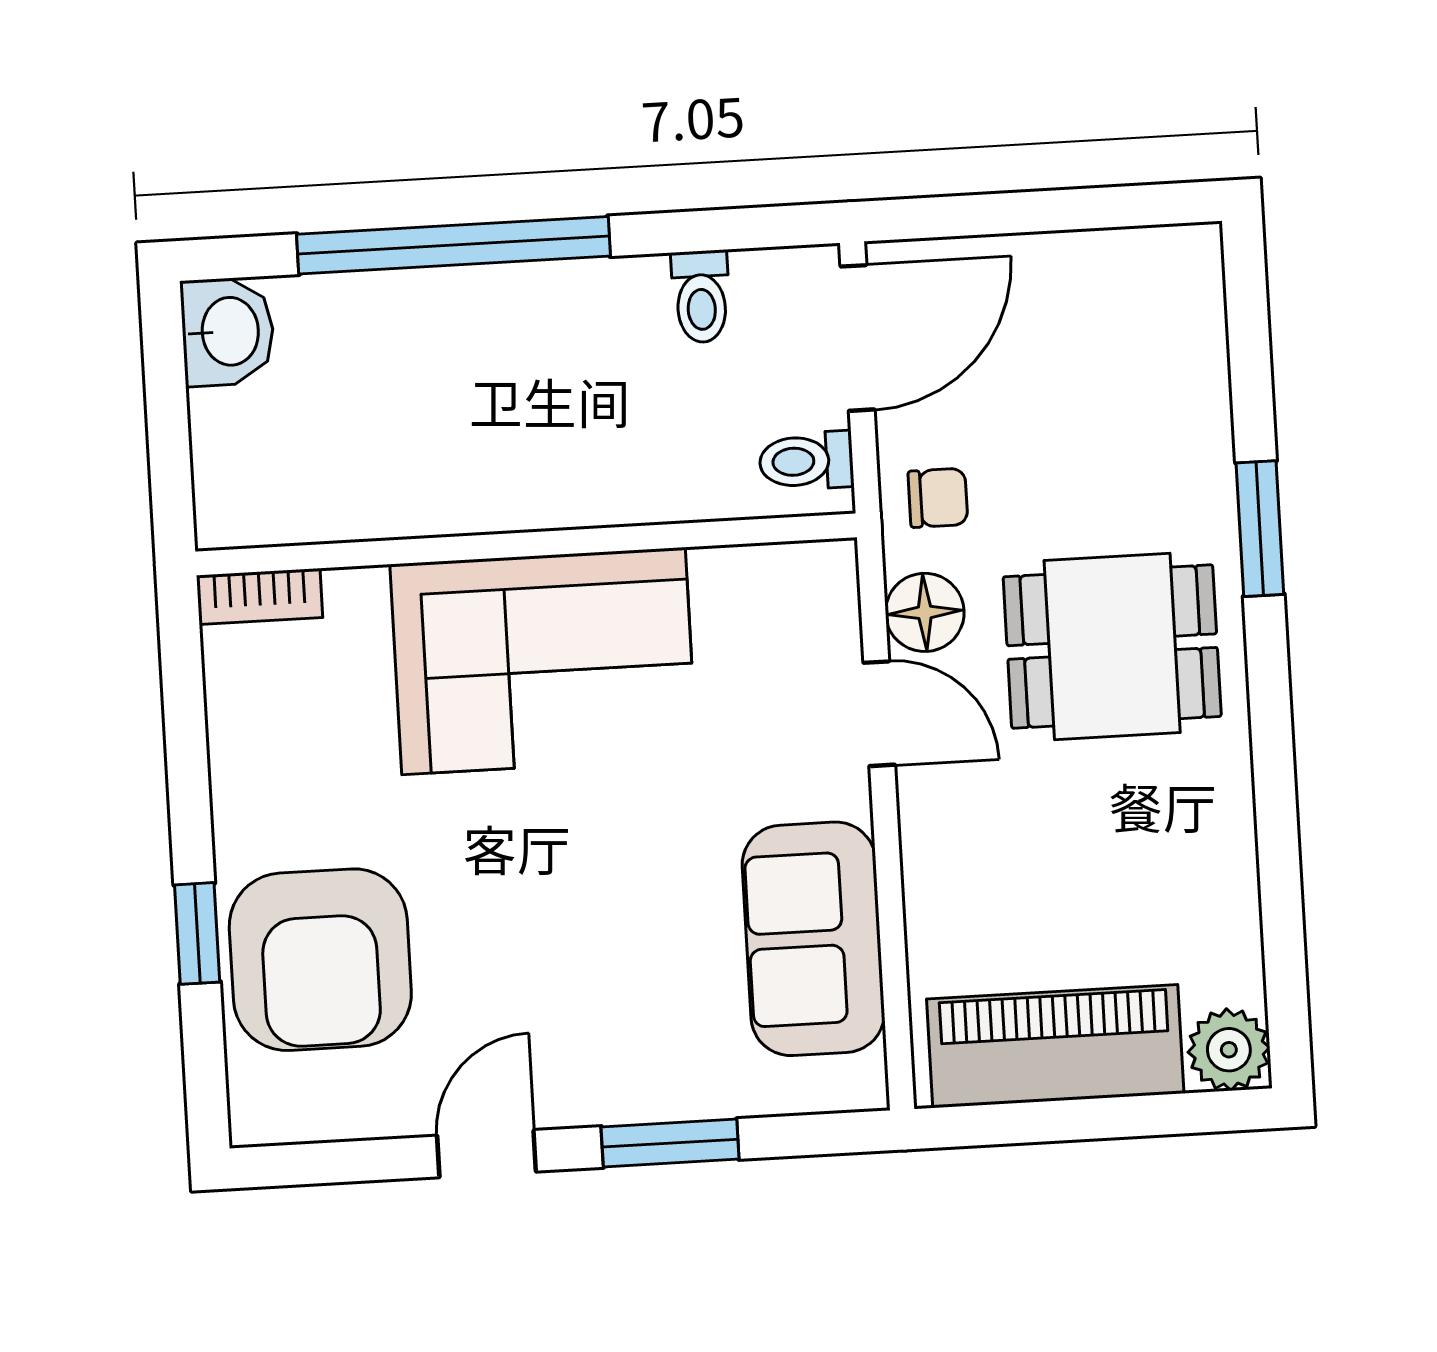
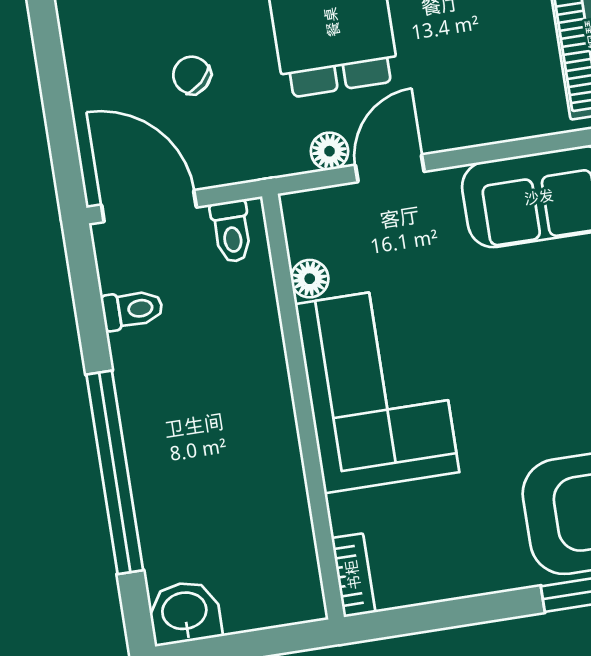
chair: (938, 498) -> (192, 75), moved, turned -43
floor lamp: (722, 574) -> (310, 279), added
floor lamp: (925, 612) -> (329, 151), width x0.73, depth x0.73

